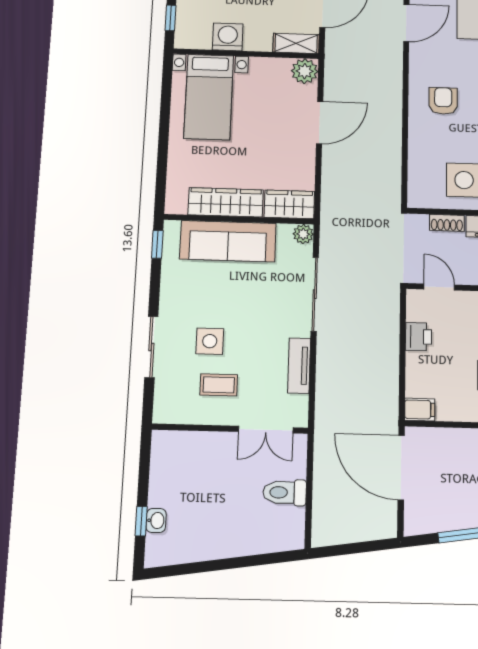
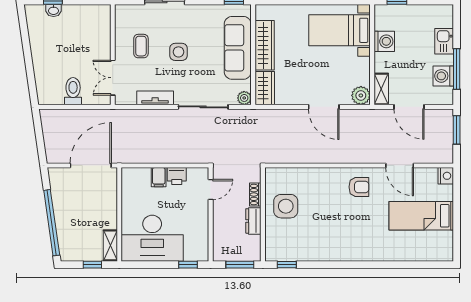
armchair: (443, 101) -> (359, 187), moved
side table: (210, 341) -> (179, 52), moved
filing cabinet: (420, 410) -> (159, 177), moved

